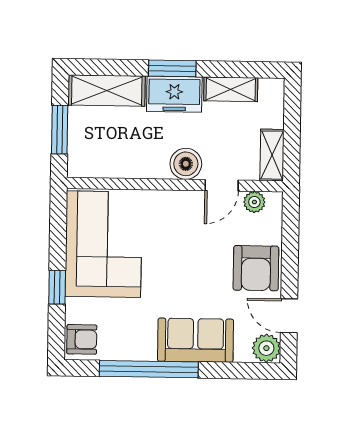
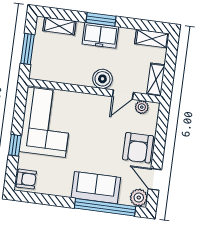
shelving: (231, 89) -> (152, 39), moved
shelving: (107, 91) -> (59, 26), width x0.67, depth x0.75
window: (149, 369) -> (105, 207), moved

